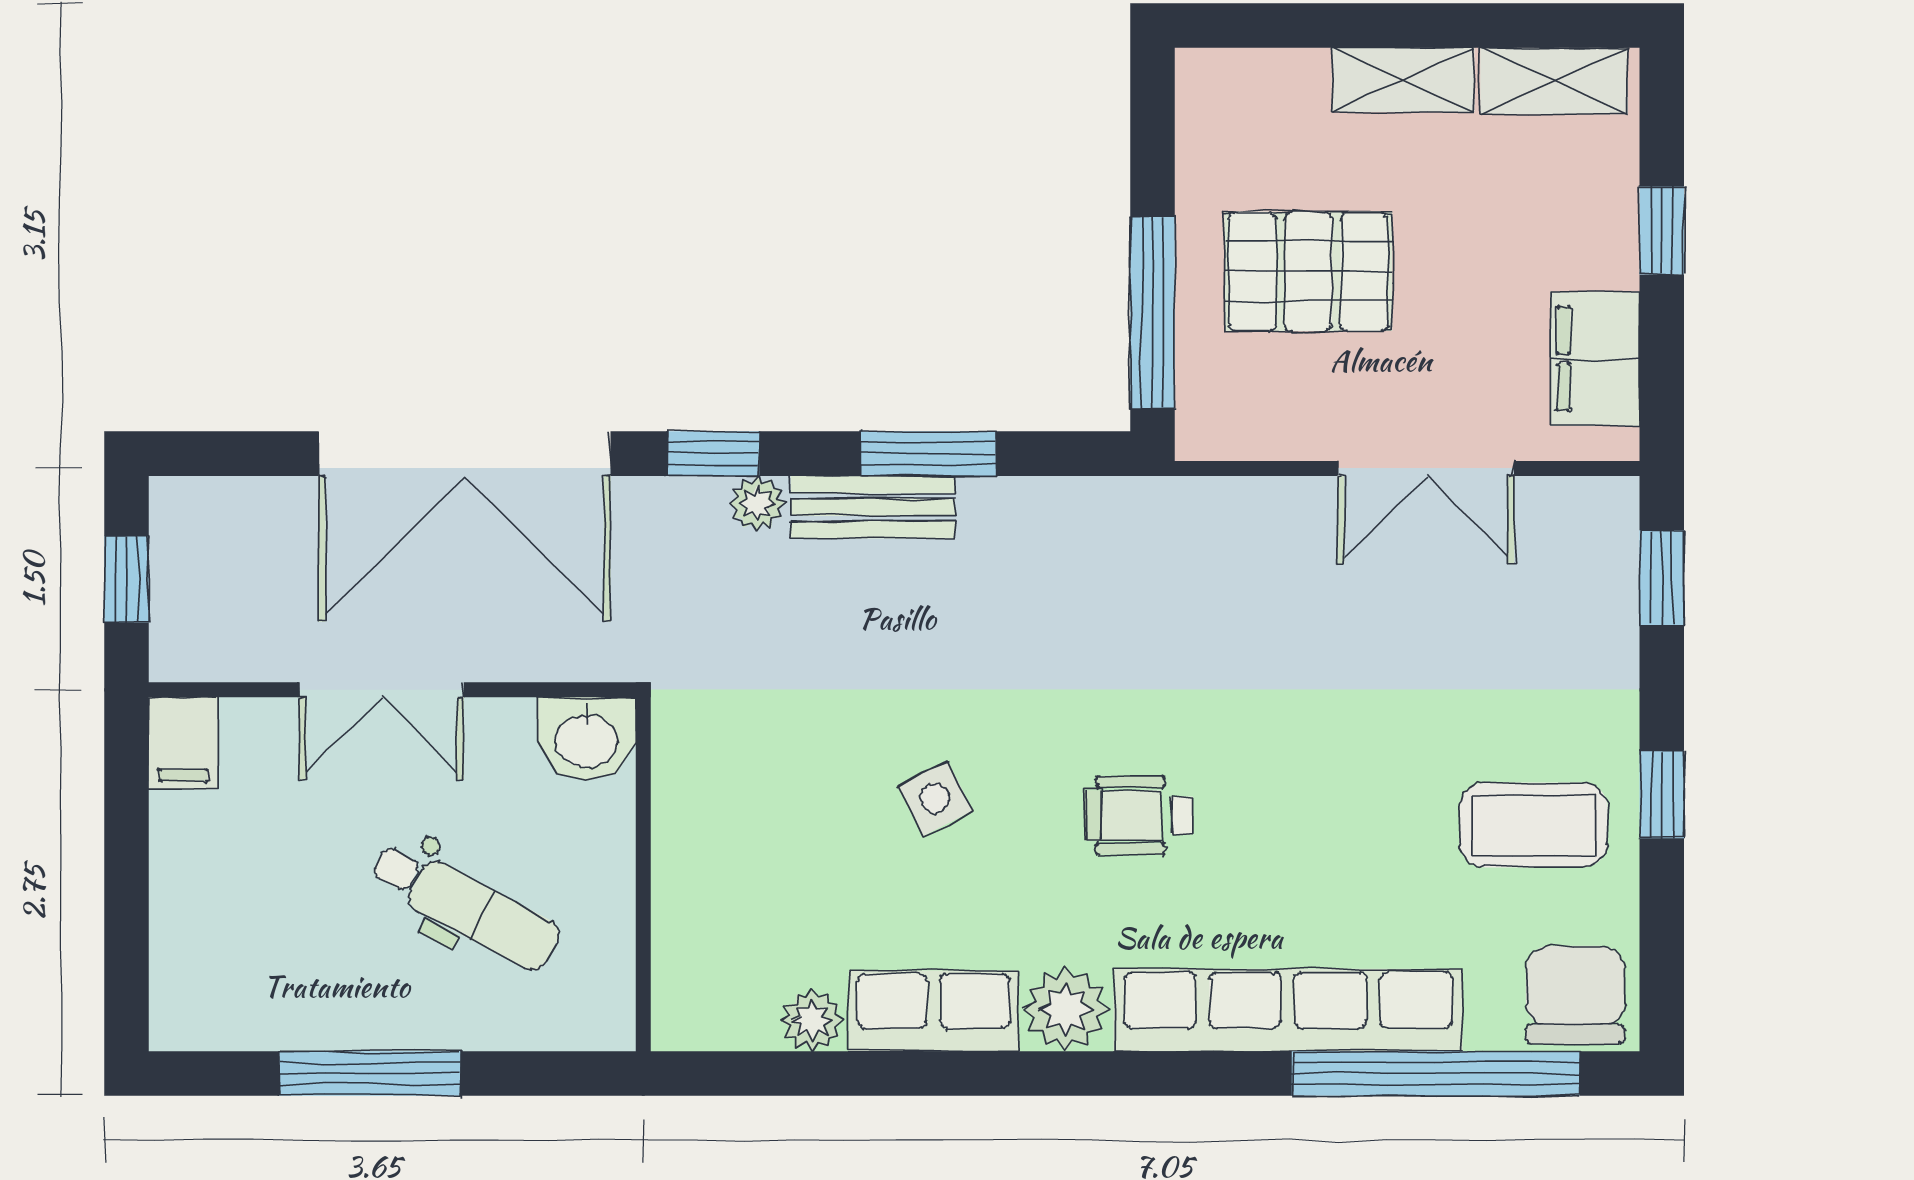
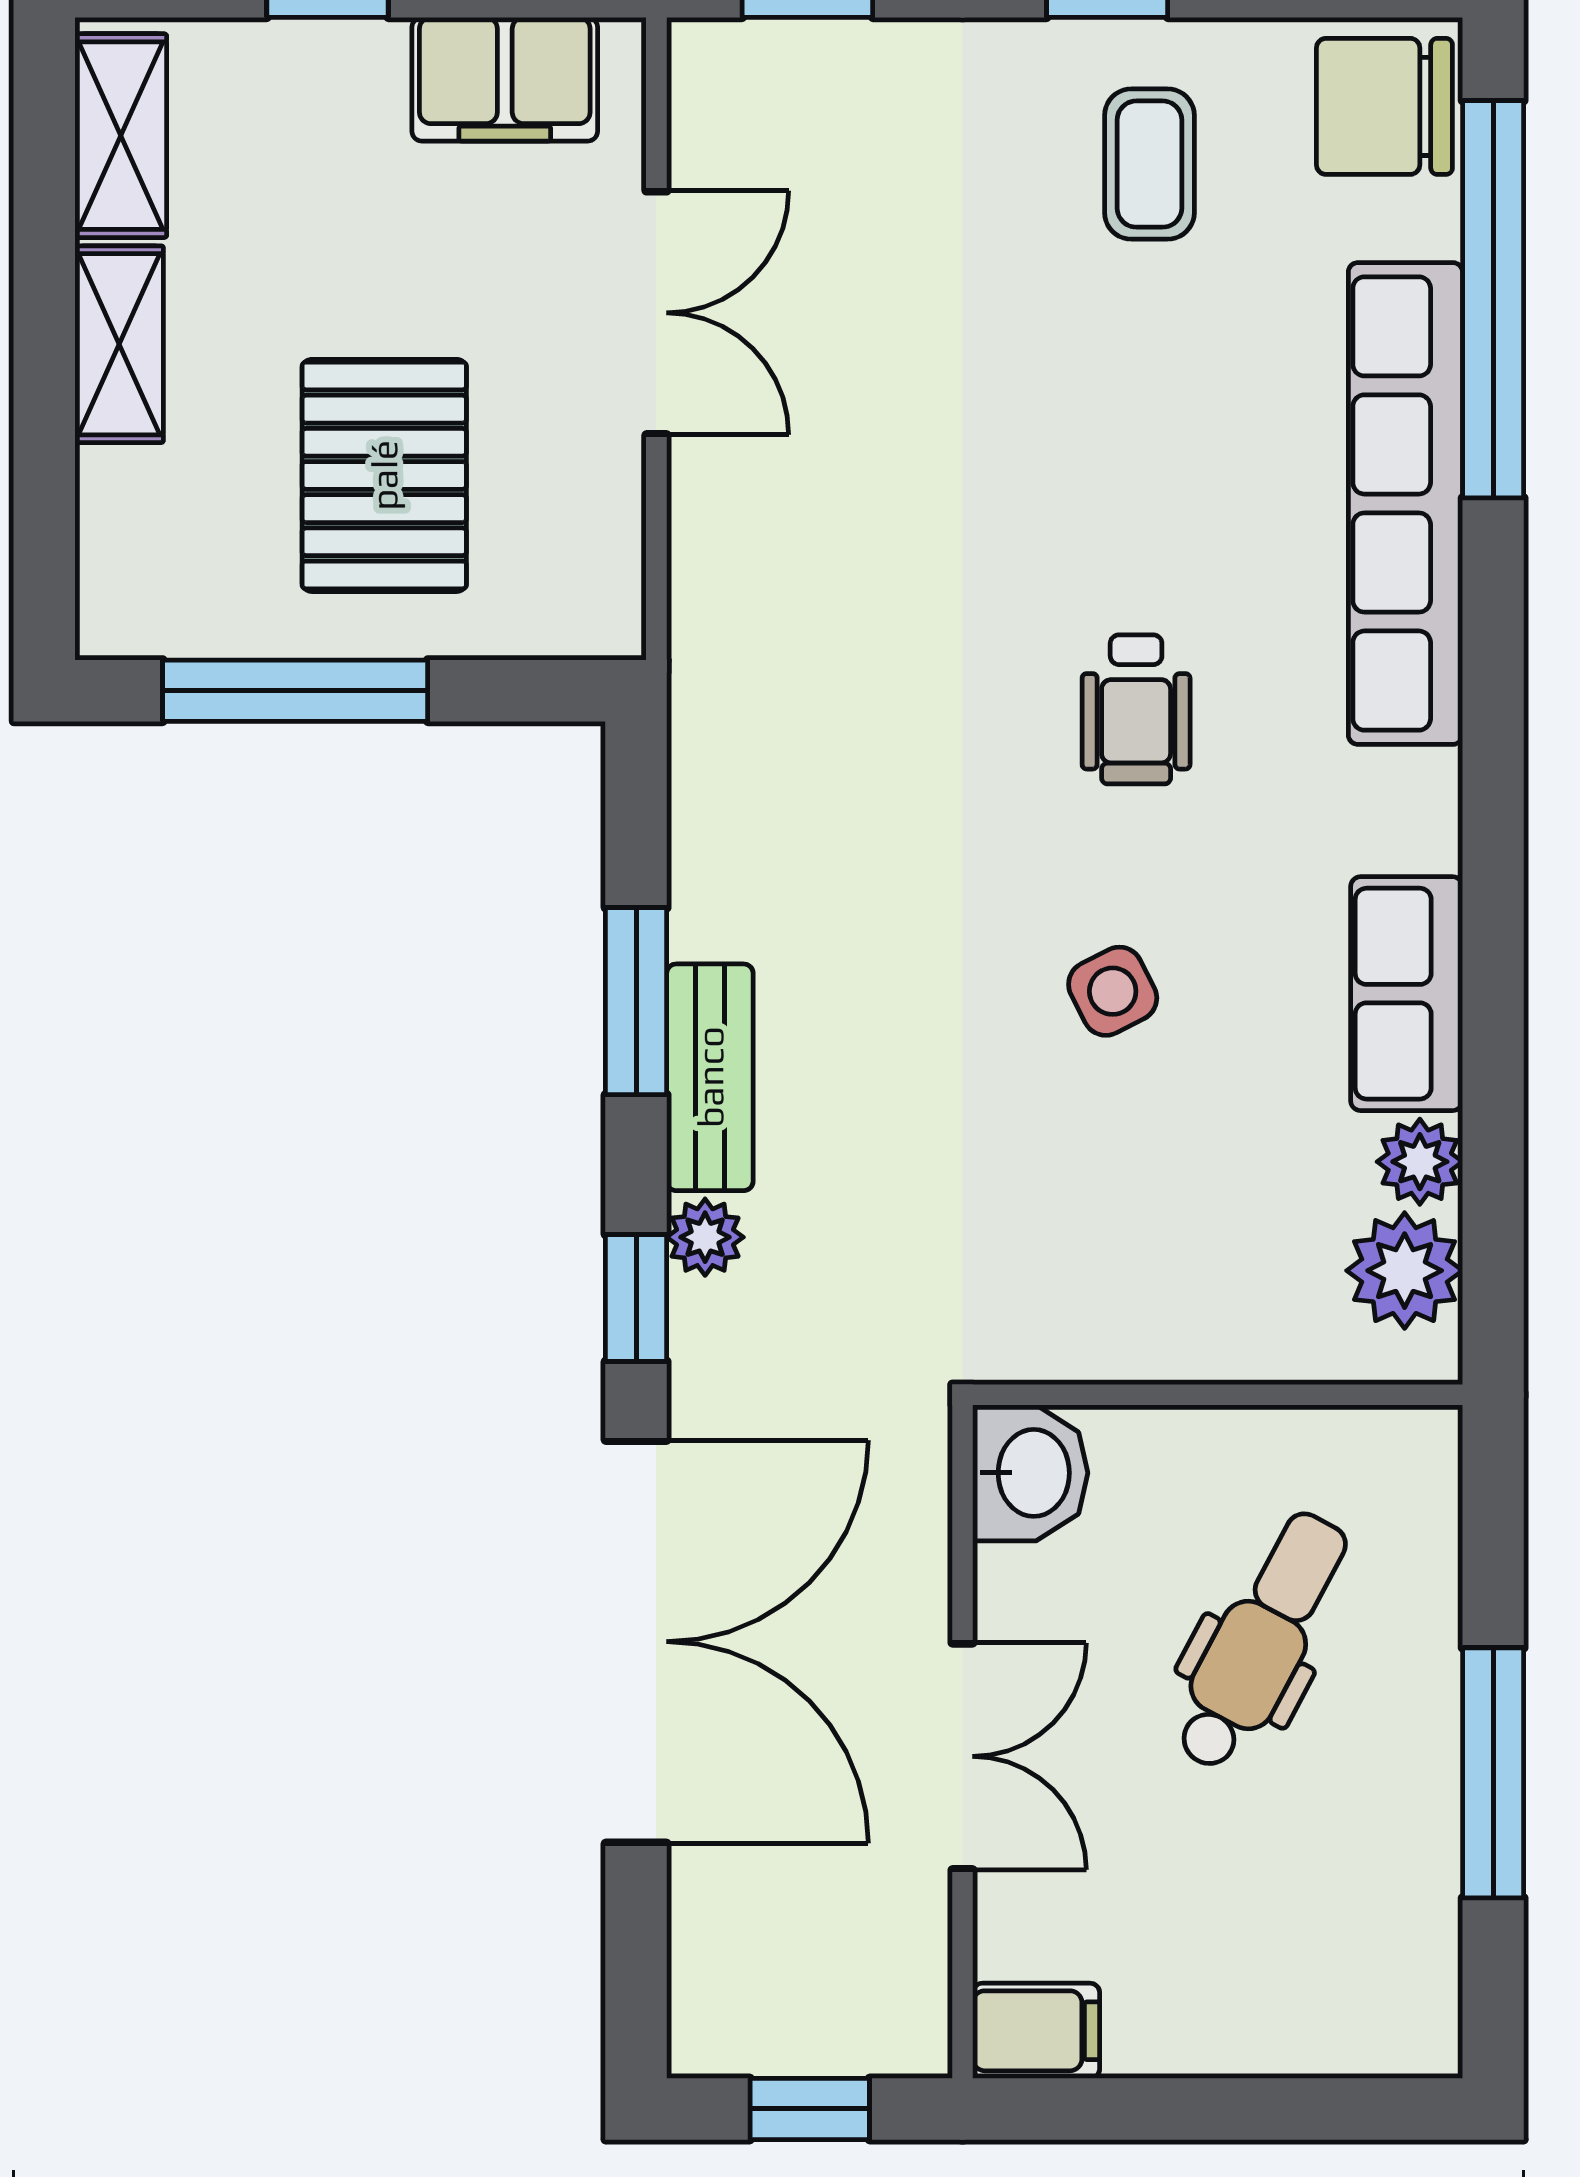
window: (1153, 313) -> (295, 691), moved
coffee table: (1534, 825) -> (1149, 164), width x0.73, depth x0.77
plant: (1066, 1010) -> (1405, 1271), moved

